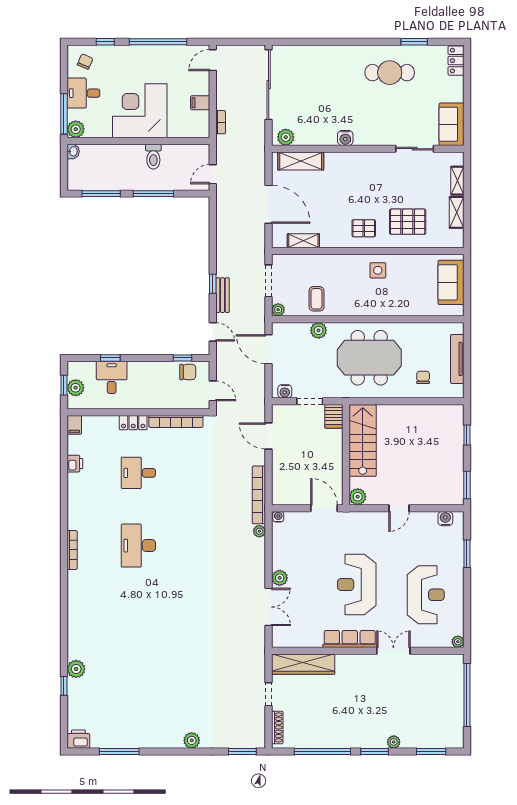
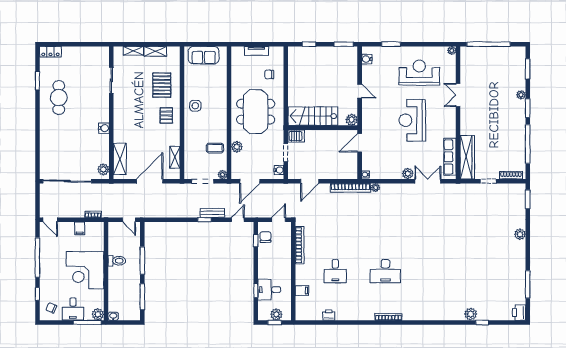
sofa: (452, 124) -> (94, 55), removed
tv unit: (457, 359) -> (257, 51), width x0.71
locker: (133, 423) -> (300, 275), removed
filing cabinet: (74, 425) -> (302, 290), moved
reception desk: (357, 584) -> (412, 120), turned 90
row of seats: (350, 639) -> (450, 157), moved

